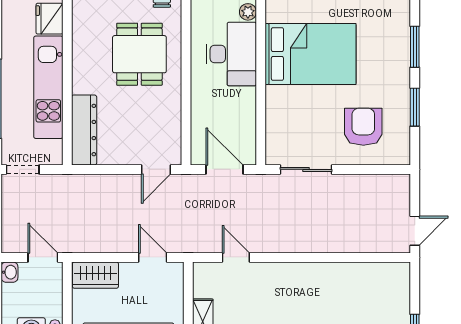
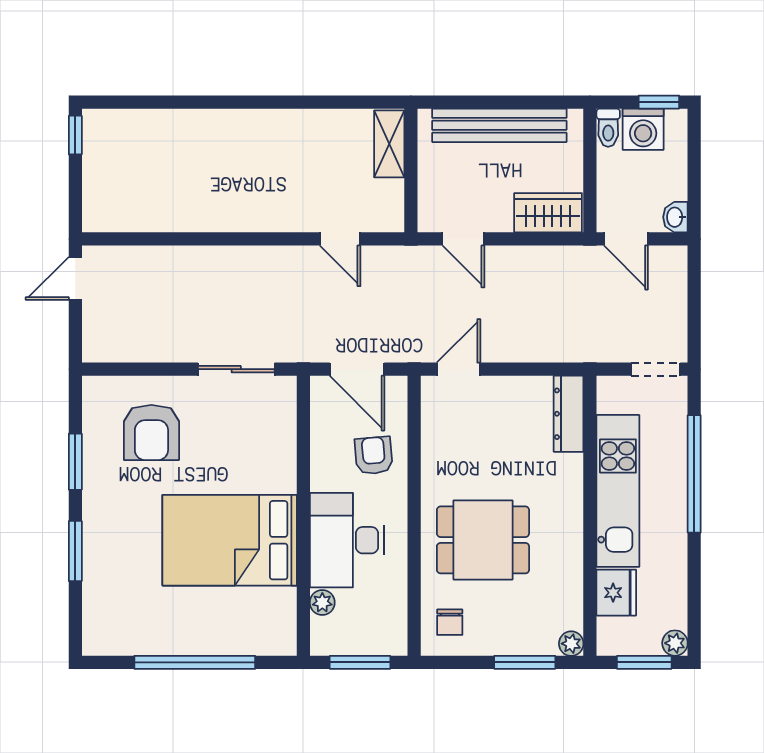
dining table: (139, 54) -> (483, 540), turned 90
armchair: (213, 111) -> (374, 455), added
dresser: (84, 130) -> (569, 414), width x0.73, depth x0.80

